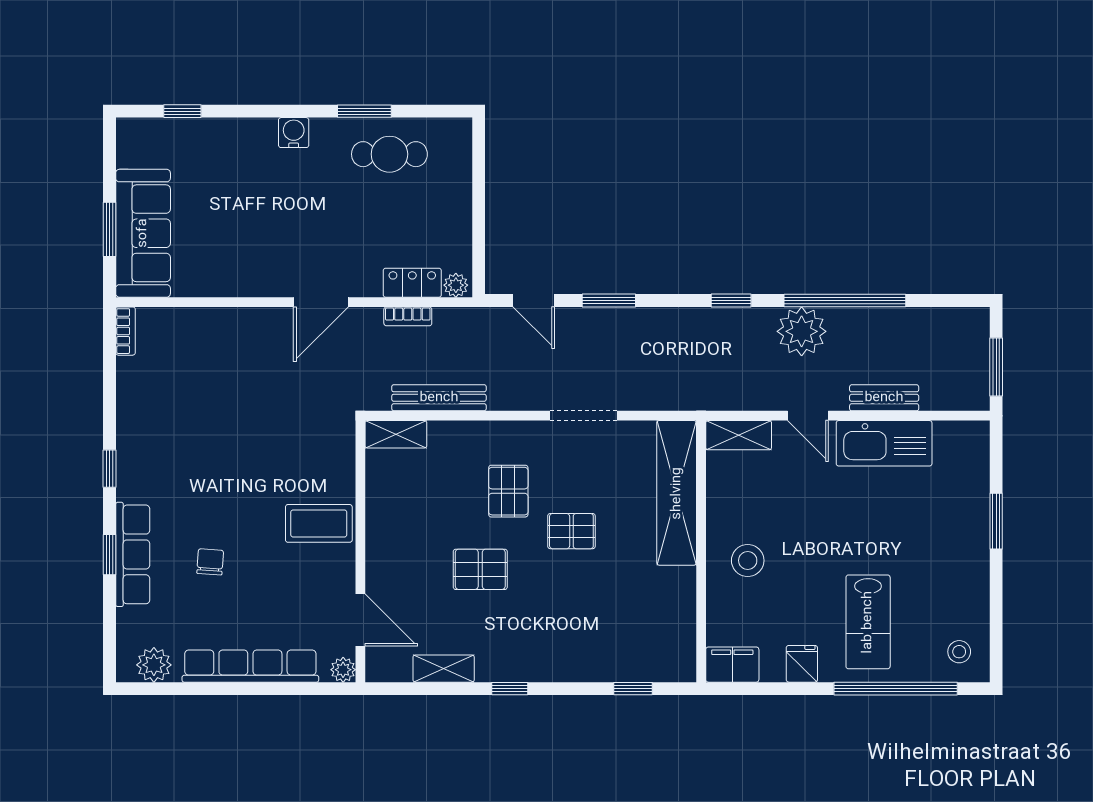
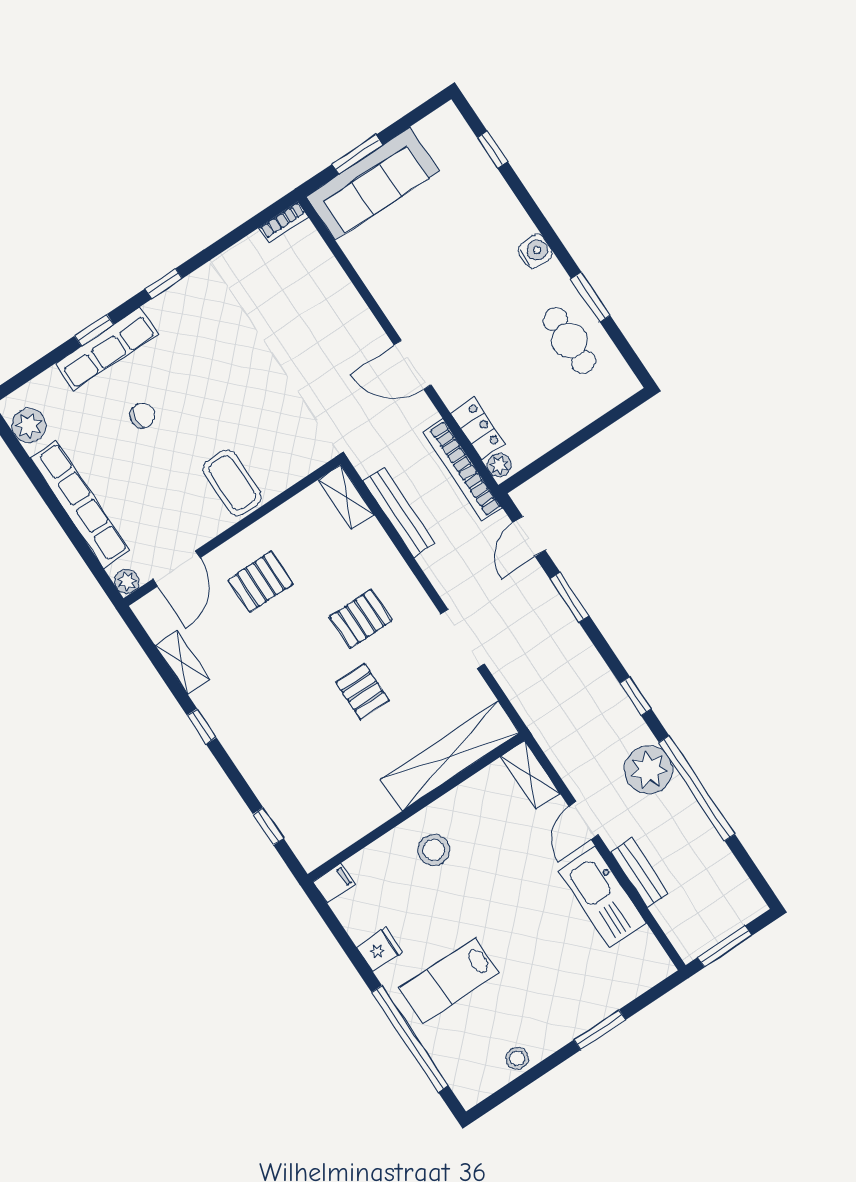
bookcase: (408, 316) -> (463, 470), width x2.31, depth x1.31
pallet: (480, 569) -> (261, 582), moved, turned 90
stool: (959, 652) -> (517, 1058), moved
filing cabinet: (732, 665) -> (334, 883), width x0.50

